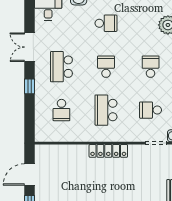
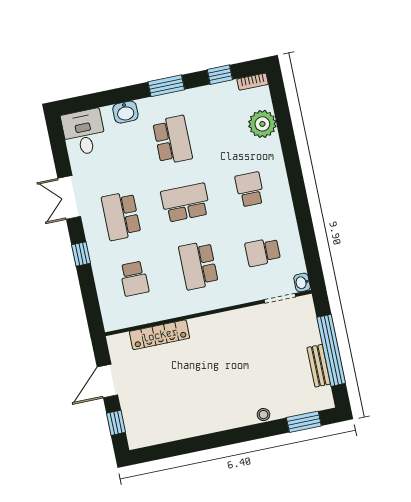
school desk: (106, 23) -> (172, 140), width x1.85
school desk: (106, 67) -> (185, 203), width x1.85
locker: (108, 151) -> (160, 335), moved

